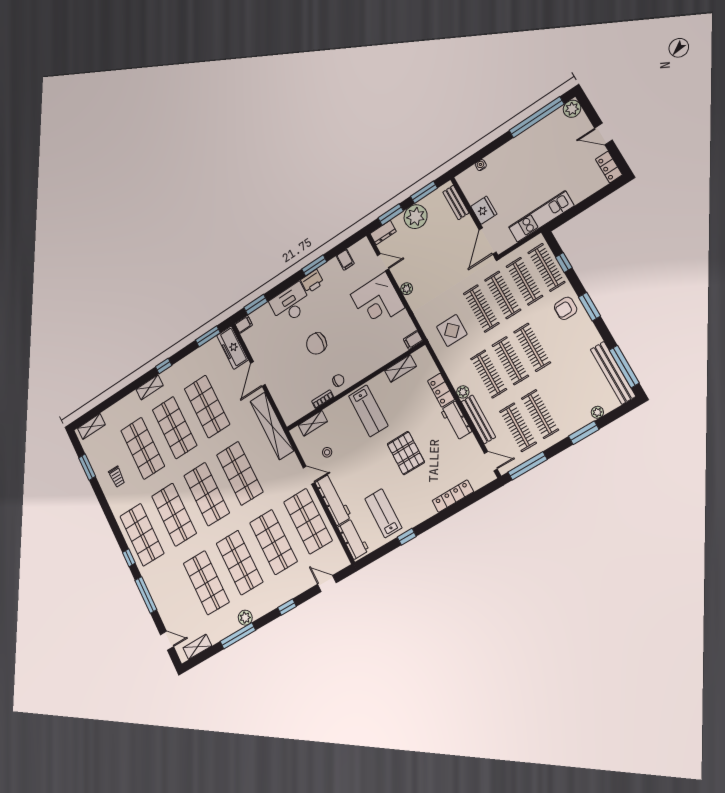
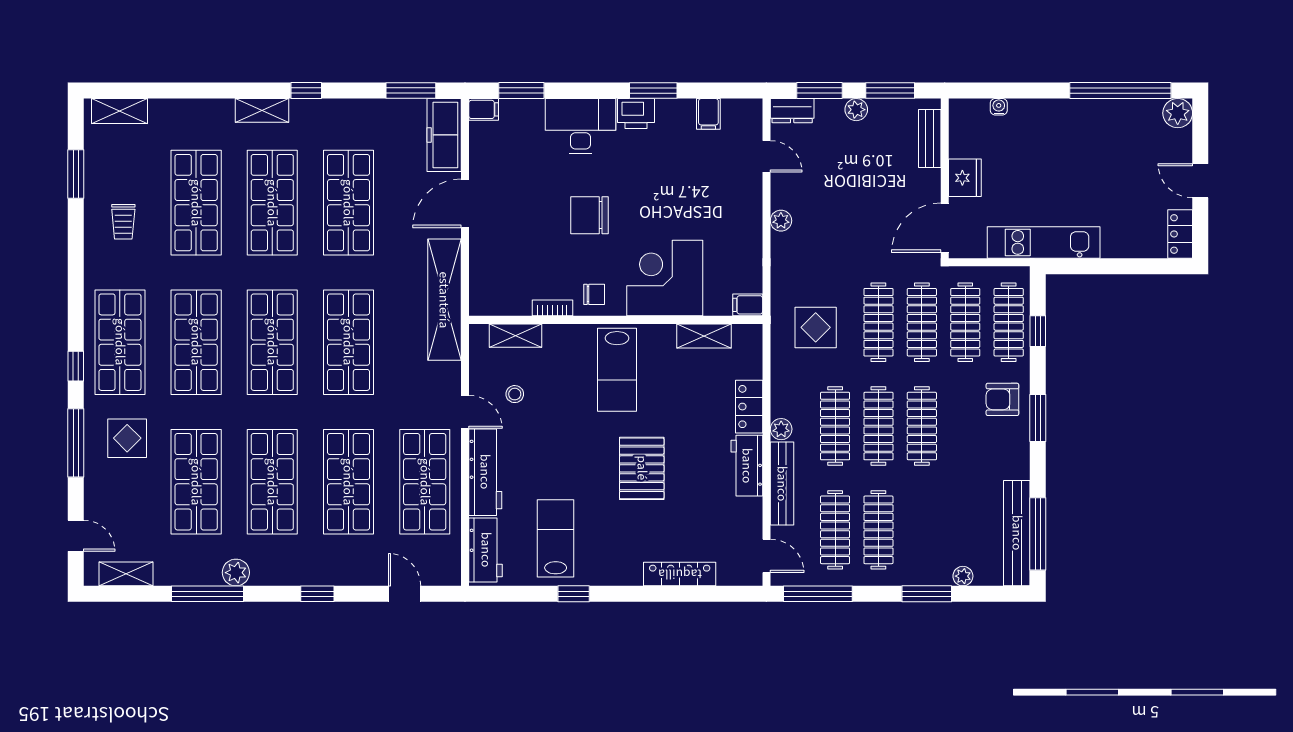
plant: (416, 217) -> (856, 110), width x0.53, depth x0.53
corner desk: (377, 301) -> (665, 278), moved, turned 90
display table: (167, 579) -> (127, 438), added

